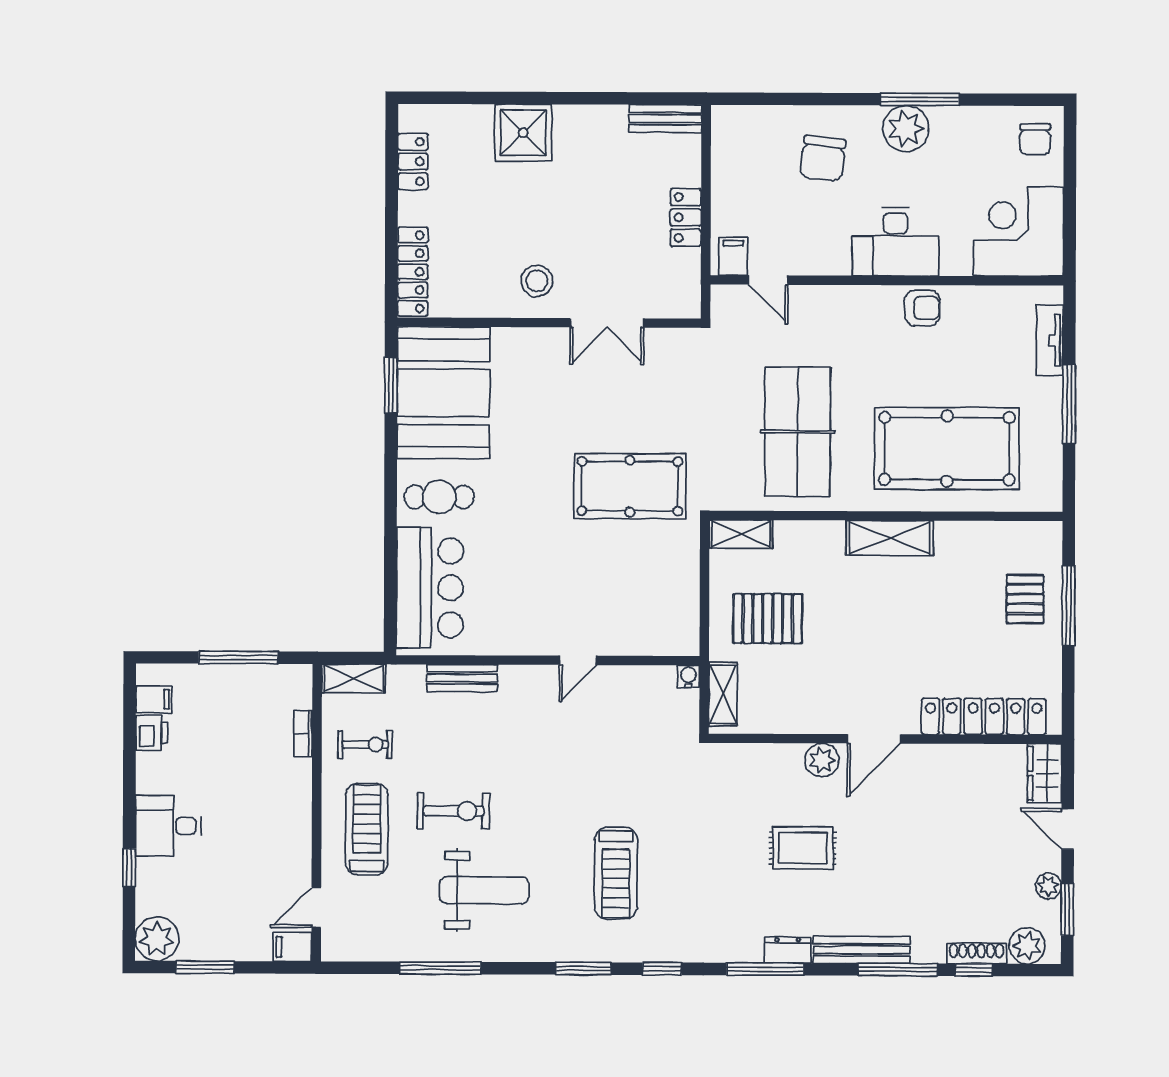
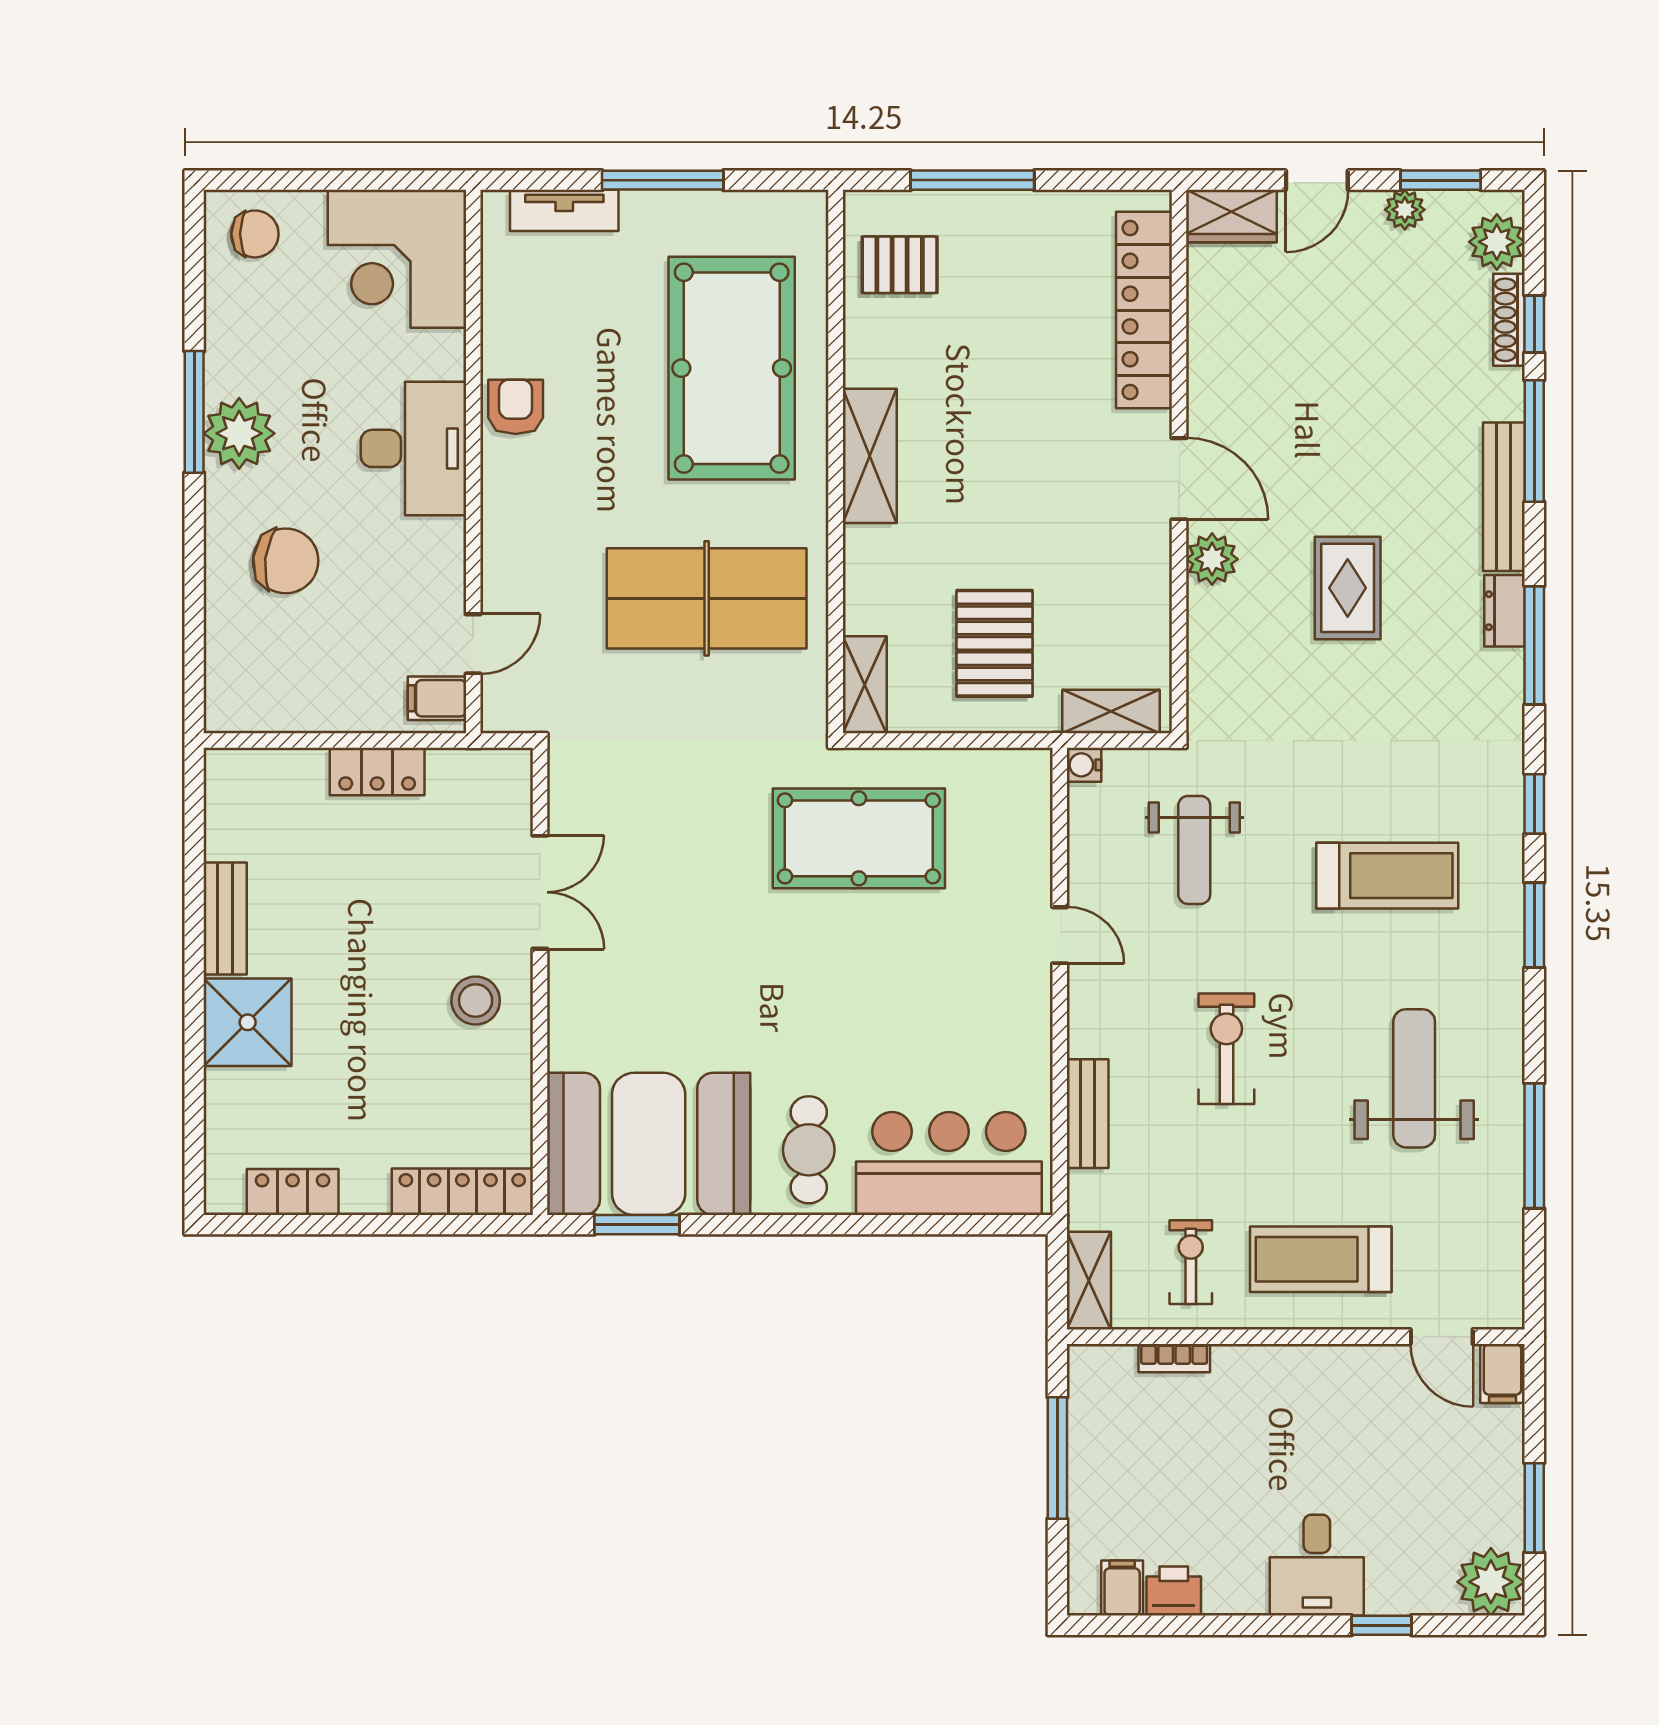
bench: (665, 119) -> (225, 918), moved
pool table: (630, 486) -> (859, 838), moved, turned 90
pallet: (1025, 599) -> (900, 265), moved
weight bench: (633, 748) -> (1194, 850), added
exercise bike: (453, 811) -> (1226, 1049), moved

